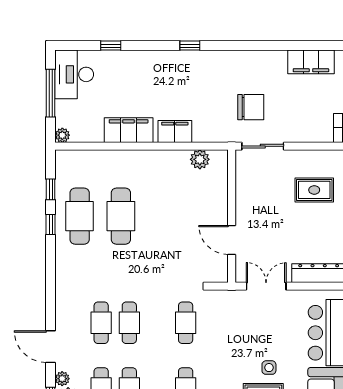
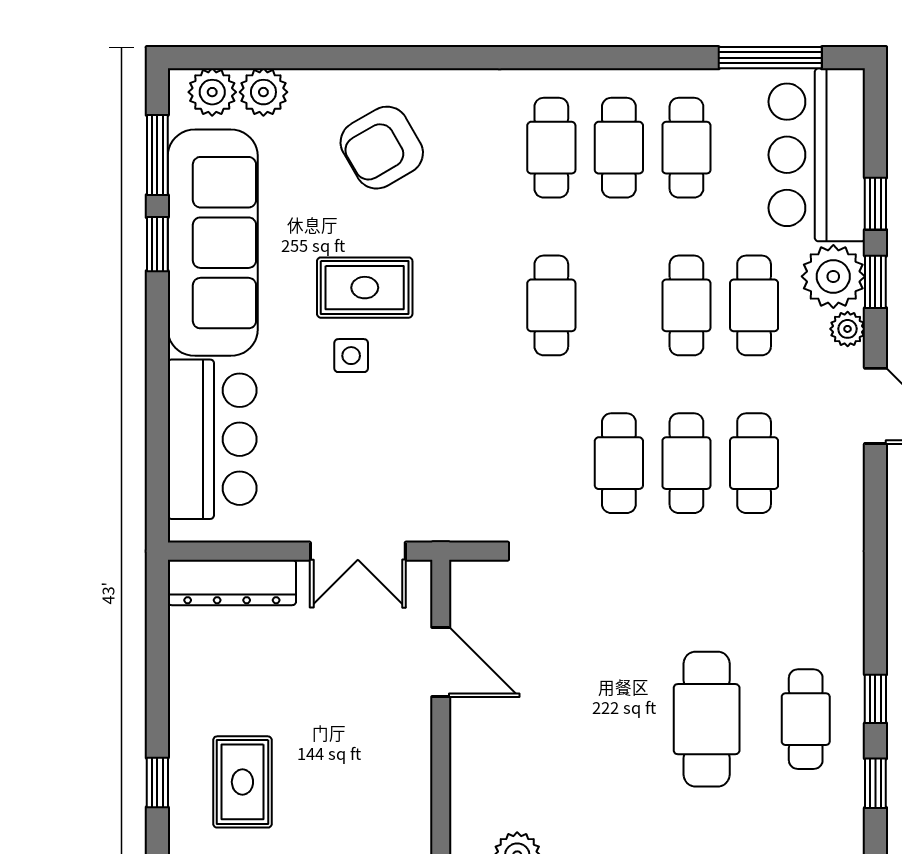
rug: (314, 190) -> (242, 782), turned 90
cafe table: (80, 216) -> (806, 719), width x0.73, depth x0.74
cafe table: (186, 323) -> (619, 463), moved

